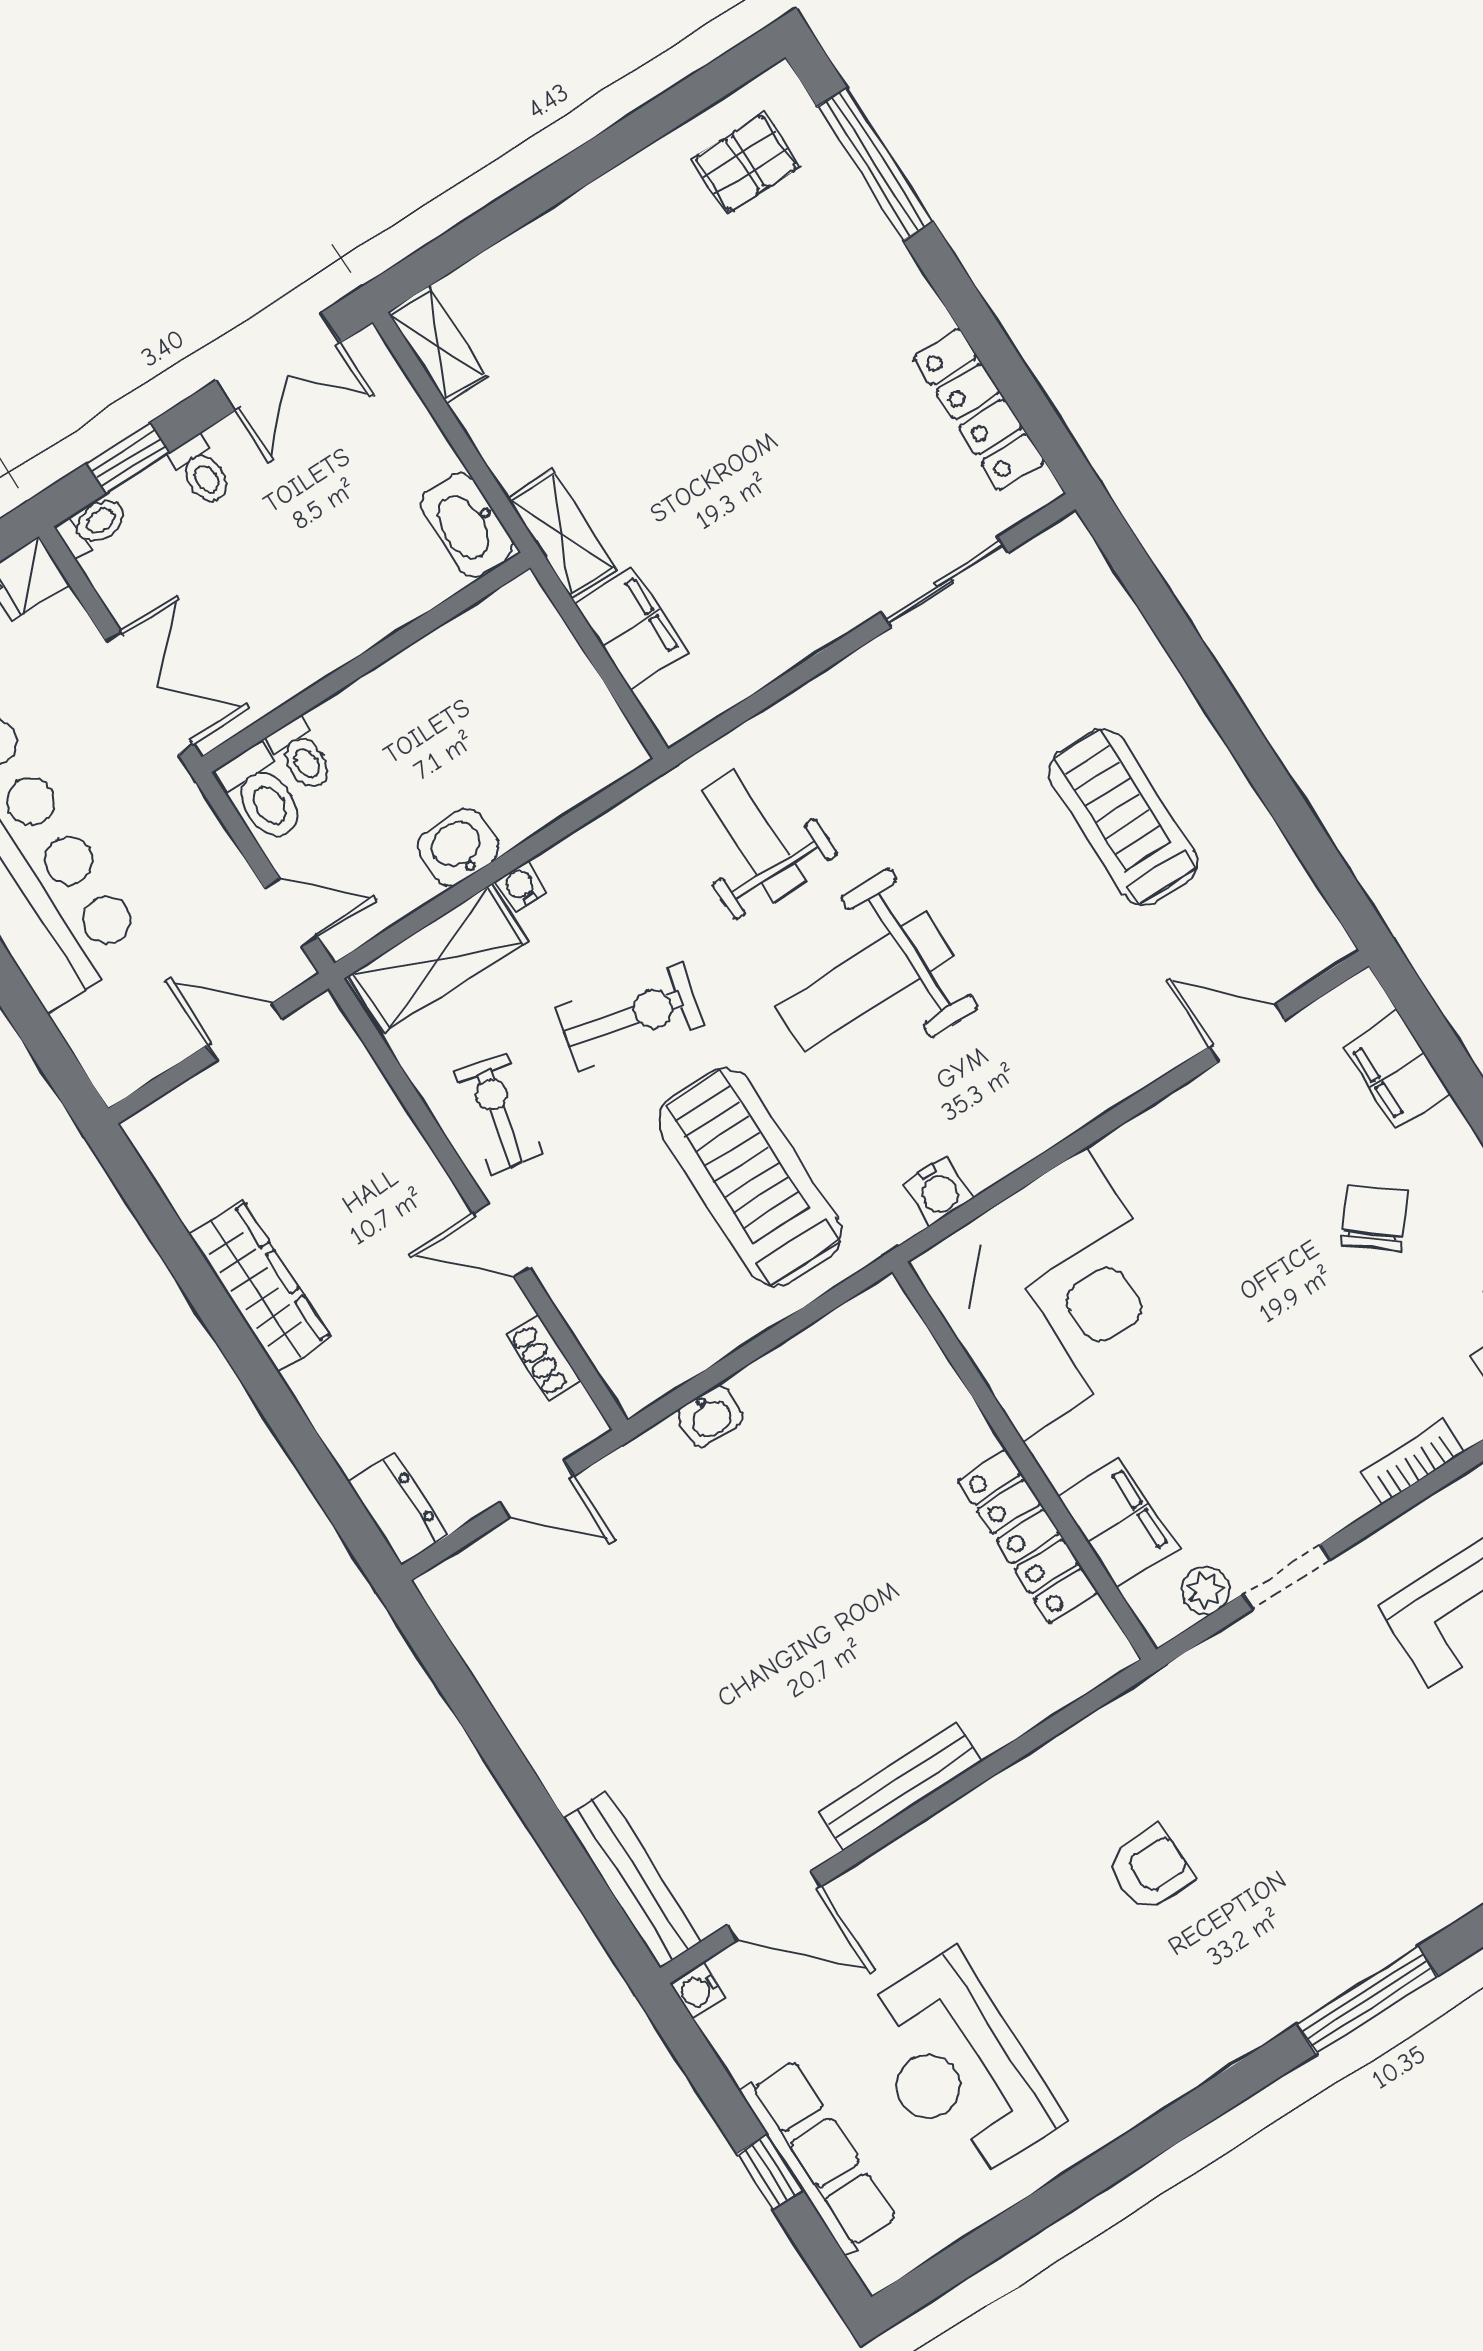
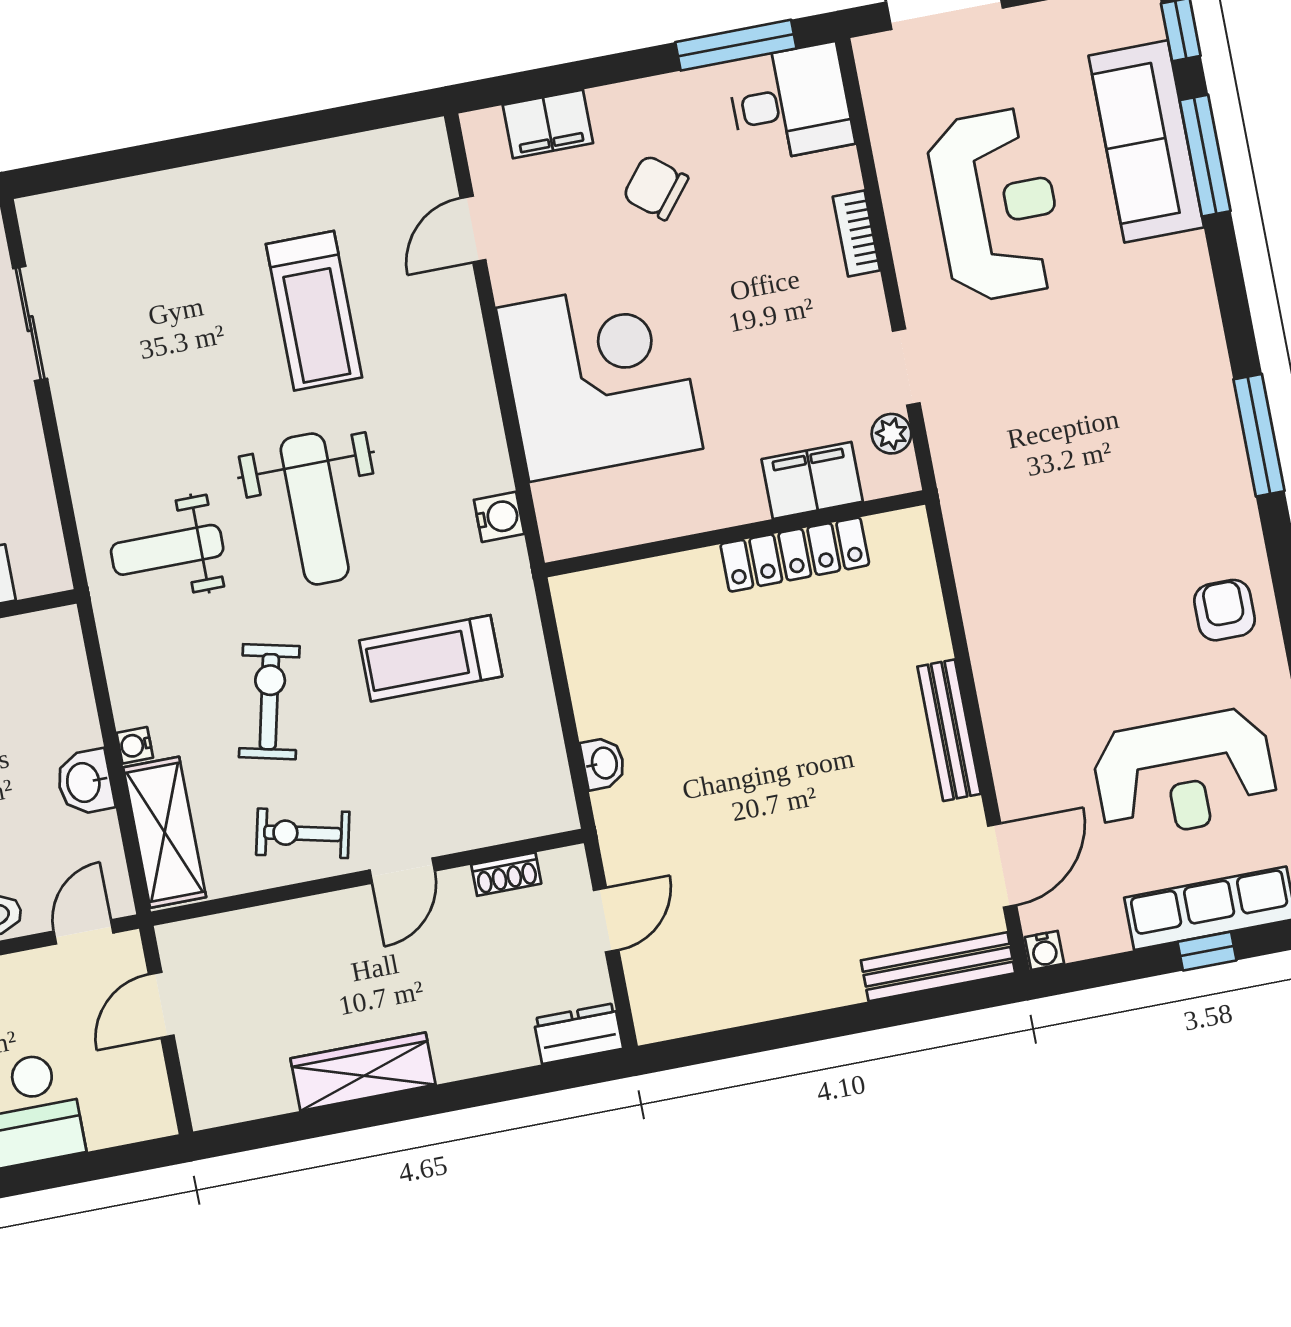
treadmill: (1123, 817) -> (314, 311), moved, turned -90
treadmill: (750, 1177) -> (431, 658), width x0.73, depth x0.73
corner desk: (1054, 1294) -> (599, 378), moved
armchair: (1150, 1869) -> (1225, 610), moved

